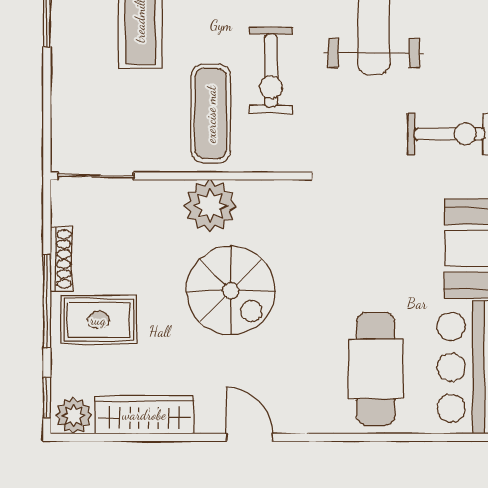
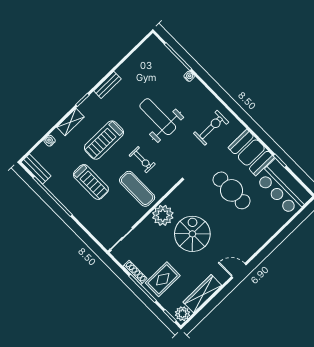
exercise bike: (271, 71) -> (142, 160), width x0.73, depth x0.72
spiral stairs: (231, 291) -> (192, 234), turned -90
cafe table: (376, 369) -> (232, 190), moved

